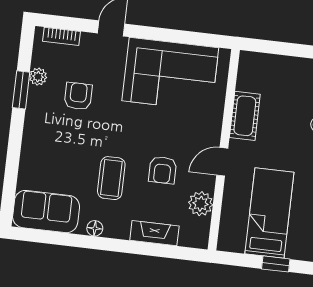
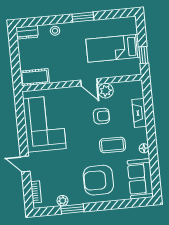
armchair: (78, 96) -> (98, 180), moved, width x1.88, depth x1.88
cot: (245, 116) -> (35, 77), moved
plant: (201, 204) -> (106, 91), moved
window: (276, 264) -> (144, 55), moved

